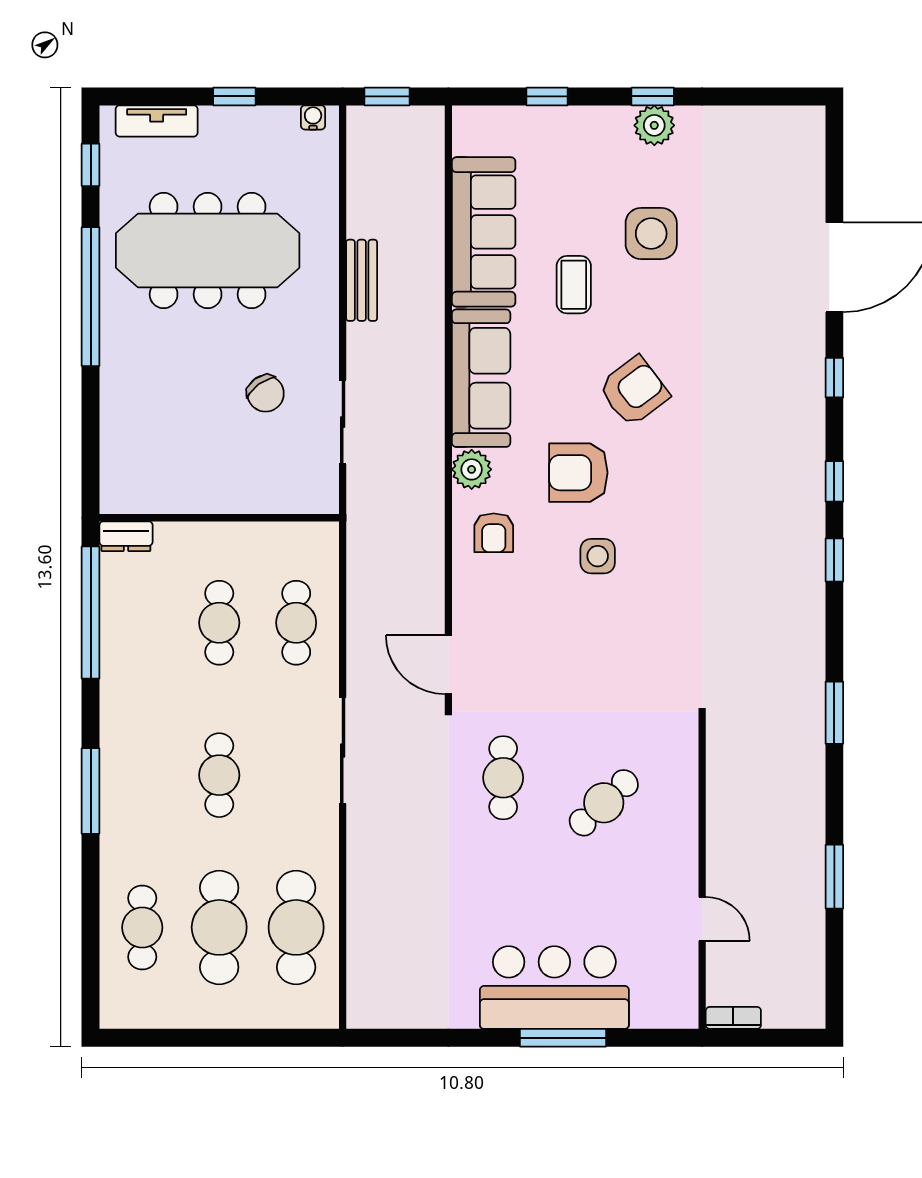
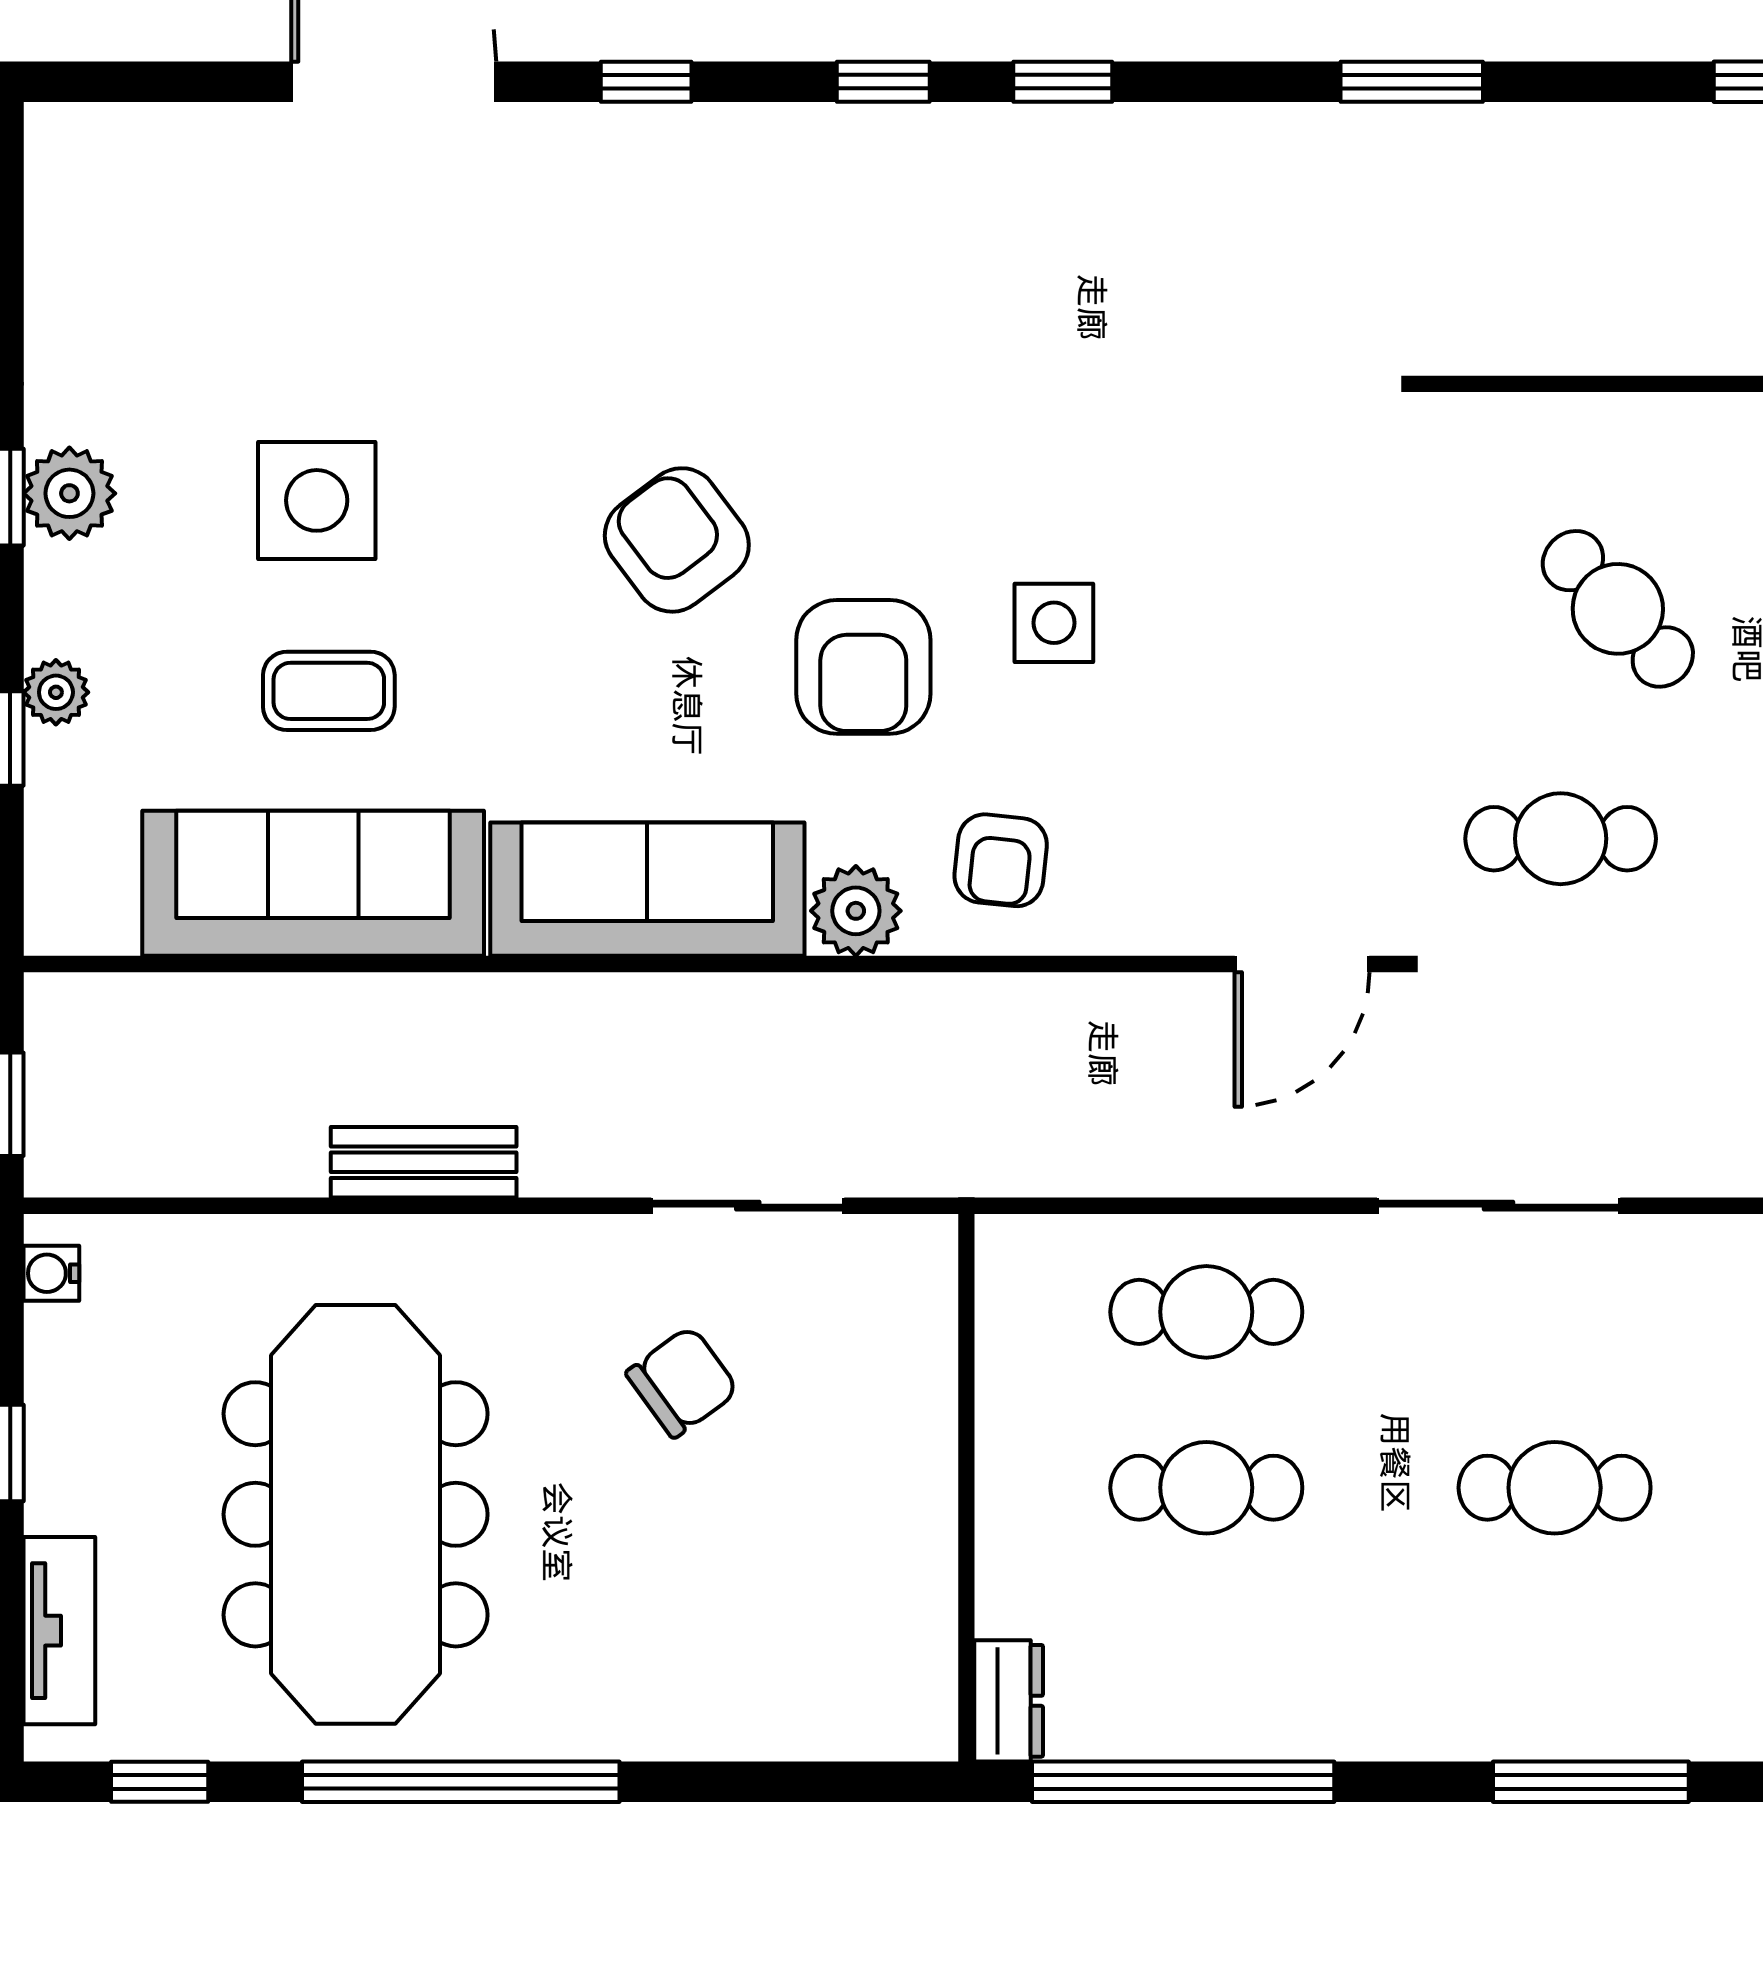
plant: (567, 119) -> (56, 692), added
coffee table: (574, 285) -> (329, 691), moved
armchair: (494, 533) -> (1001, 860), turned 96

